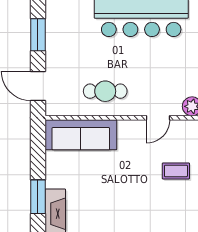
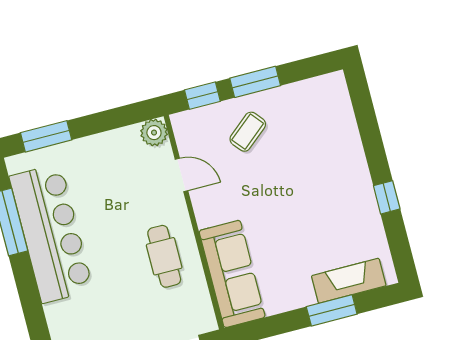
coffee table: (176, 171) -> (248, 132), turned 50

